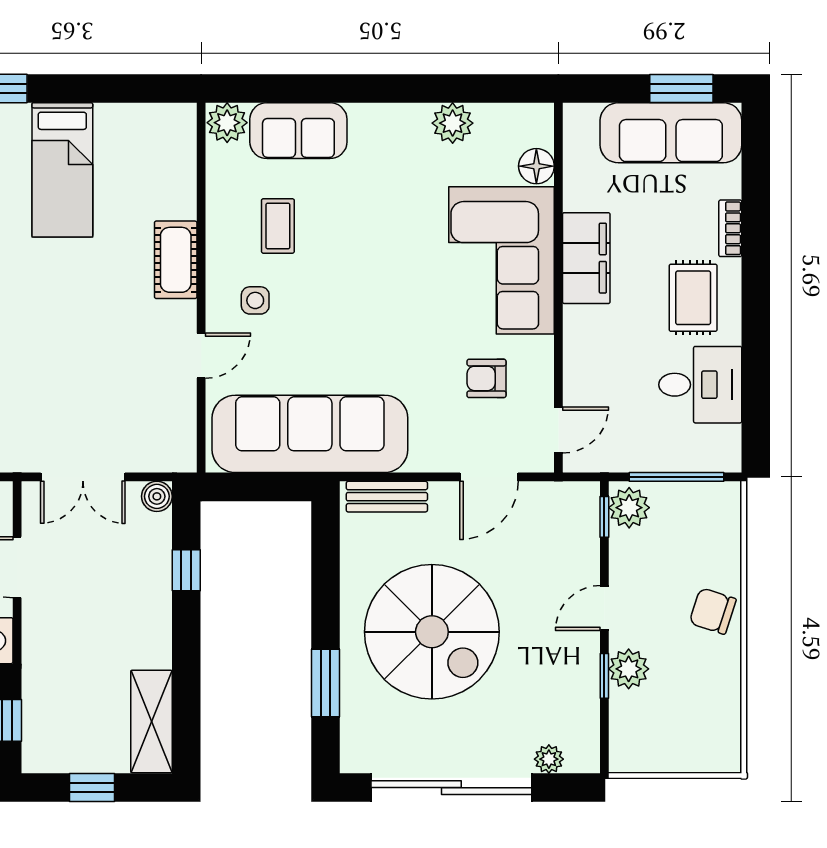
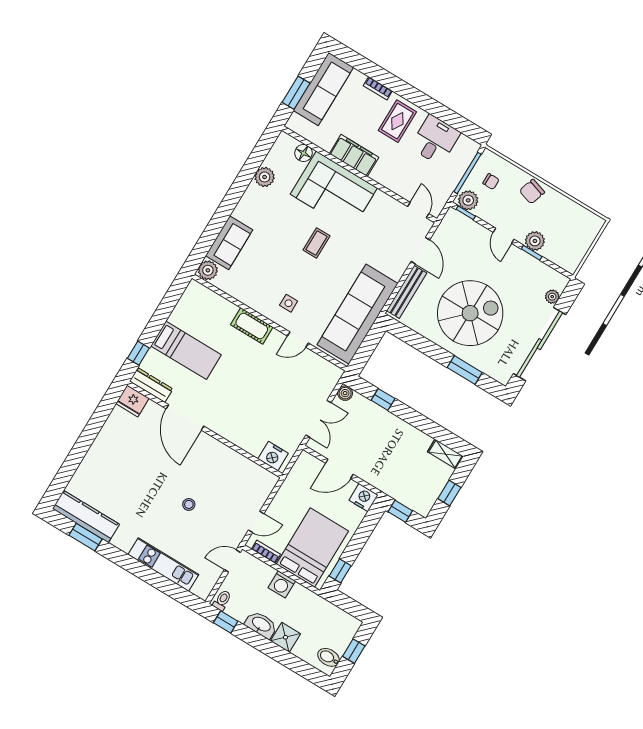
window: (681, 88) -> (296, 93), moved
coffee table: (278, 226) -> (316, 243), moved, turned 90
rug: (693, 298) -> (397, 121), turned 90
door: (201, 356) -> (298, 339), swing flipped
armchair: (487, 378) -> (379, 227), removed
bench: (387, 497) -> (407, 292), width x1.36
chair: (687, 528) -> (491, 181), added
shelving: (151, 721) -> (445, 454), width x0.67, depth x0.75

